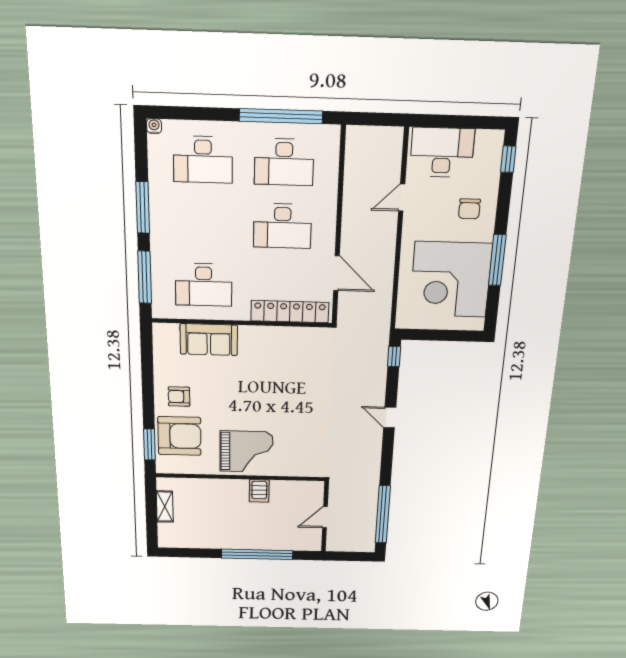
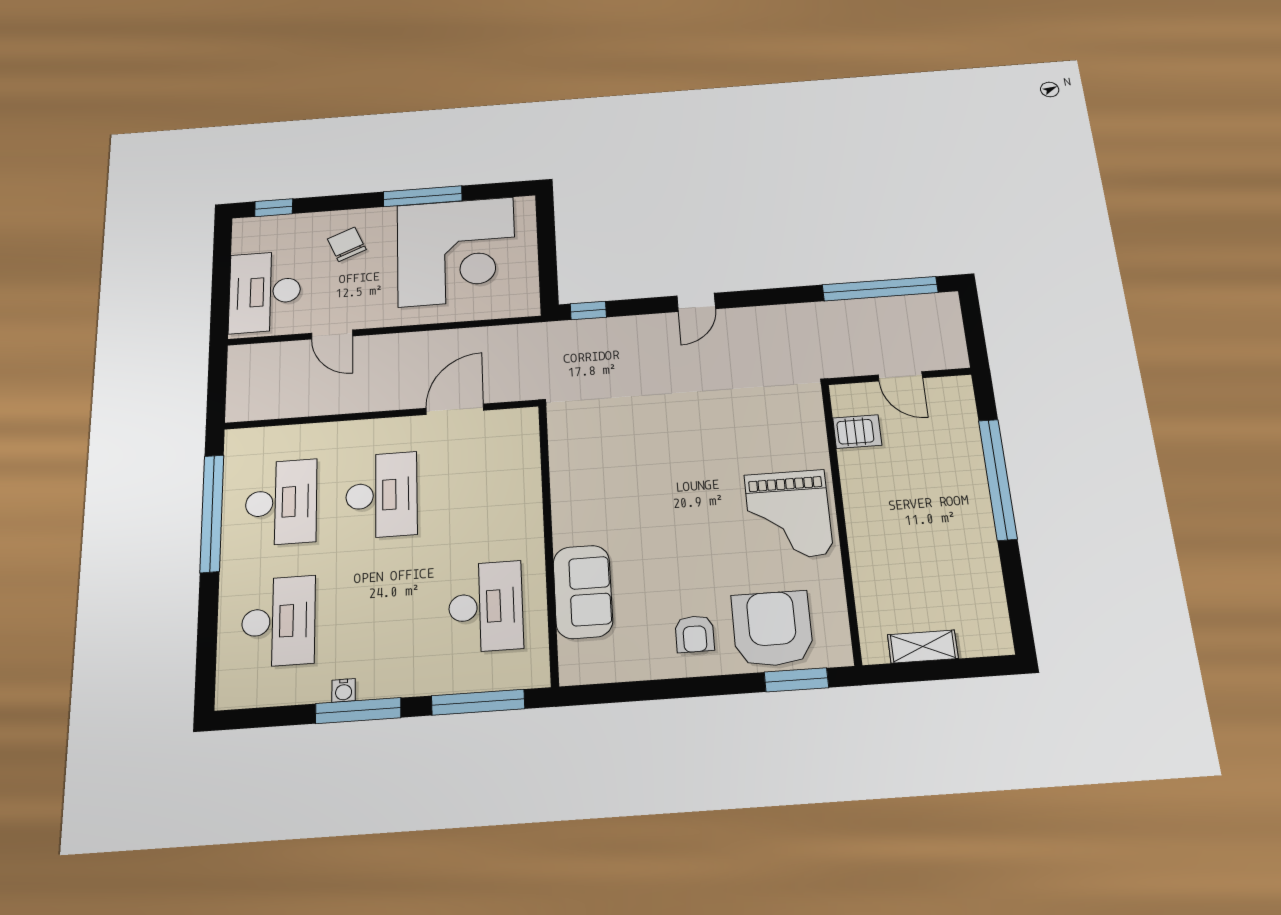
water cooler: (154, 126) -> (344, 690), moved, turned -90
chair: (469, 209) -> (347, 244), turned -113
locker: (290, 312) -> (523, 470), removed
grand piano: (246, 452) -> (788, 515), turned 180
server rack: (259, 491) -> (857, 432), moved

